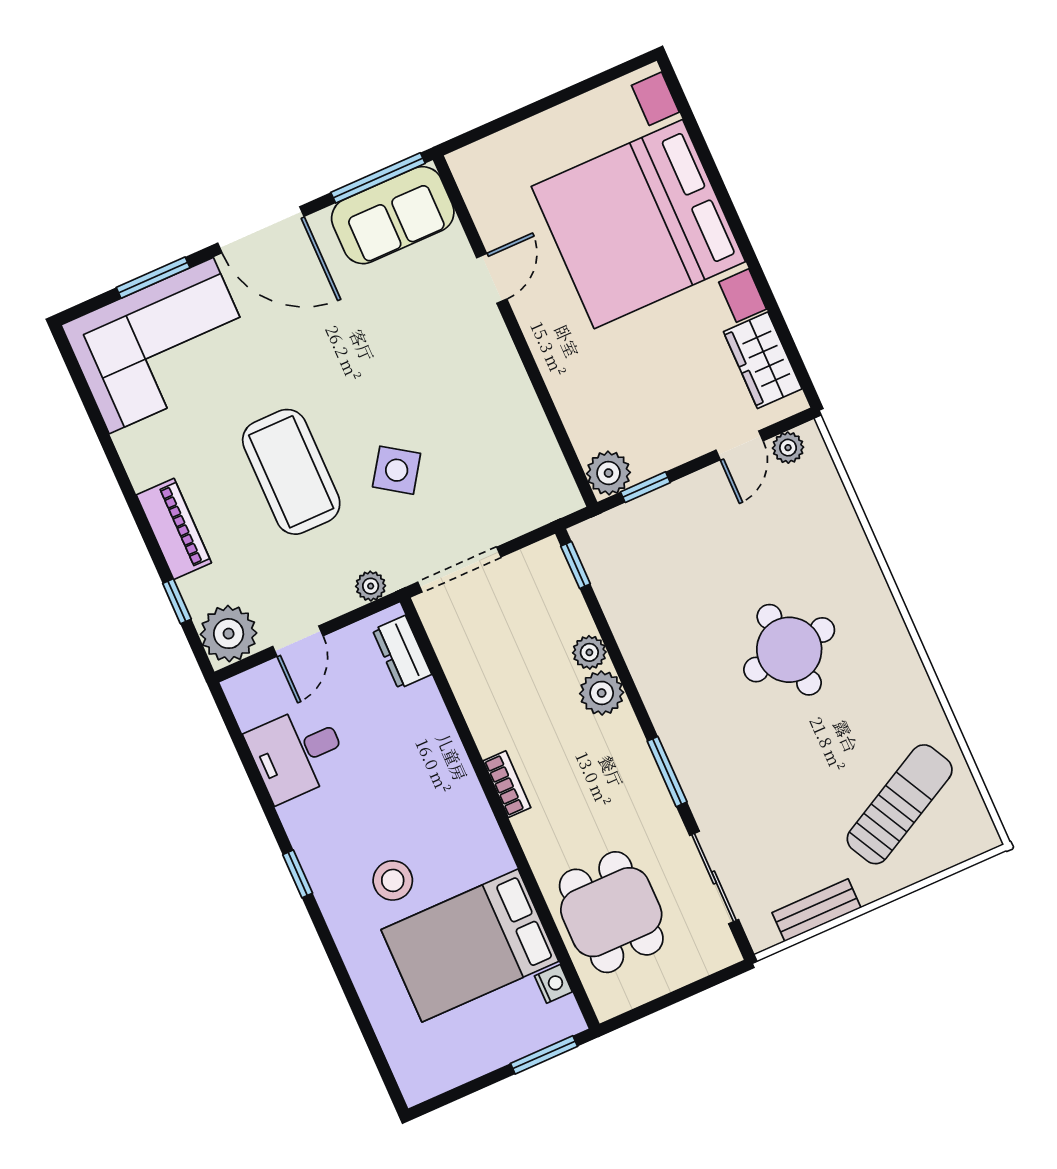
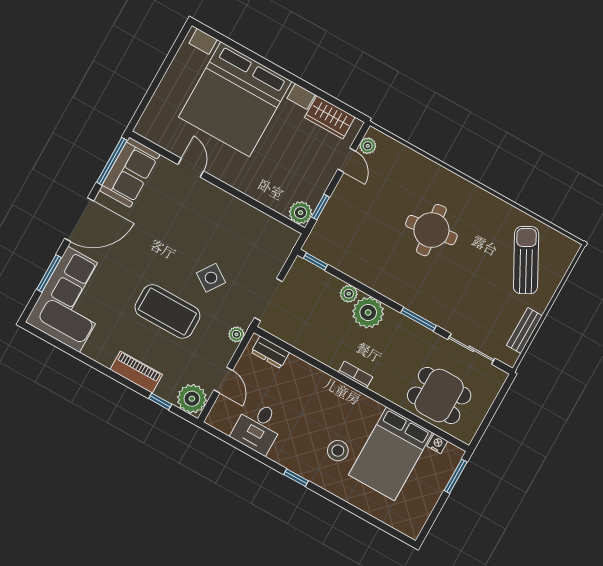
plant: (602, 693) -> (368, 313), width x1.36, depth x1.36

